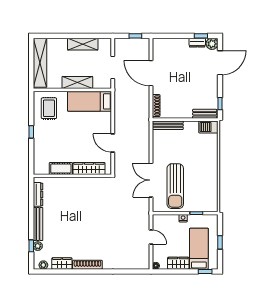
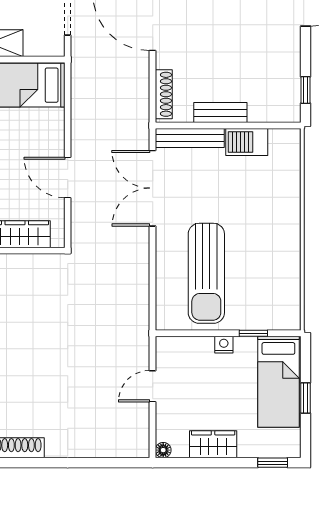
bench: (205, 114) -> (220, 113), moved
barbecue: (208, 127) -> (247, 142), moved
double door: (151, 180) -> (153, 188), moved
door: (151, 237) -> (153, 386), swing flipped
bed: (199, 249) -> (278, 382), moved, turned 180

